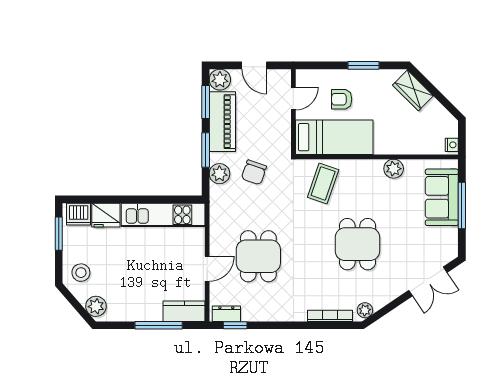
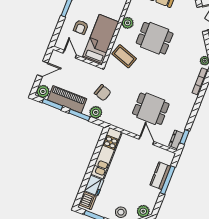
plant: (394, 169) -> (128, 23), moved
dining table: (357, 244) -> (155, 38), moved
kitchen counter: (184, 311) -> (160, 176), moved

